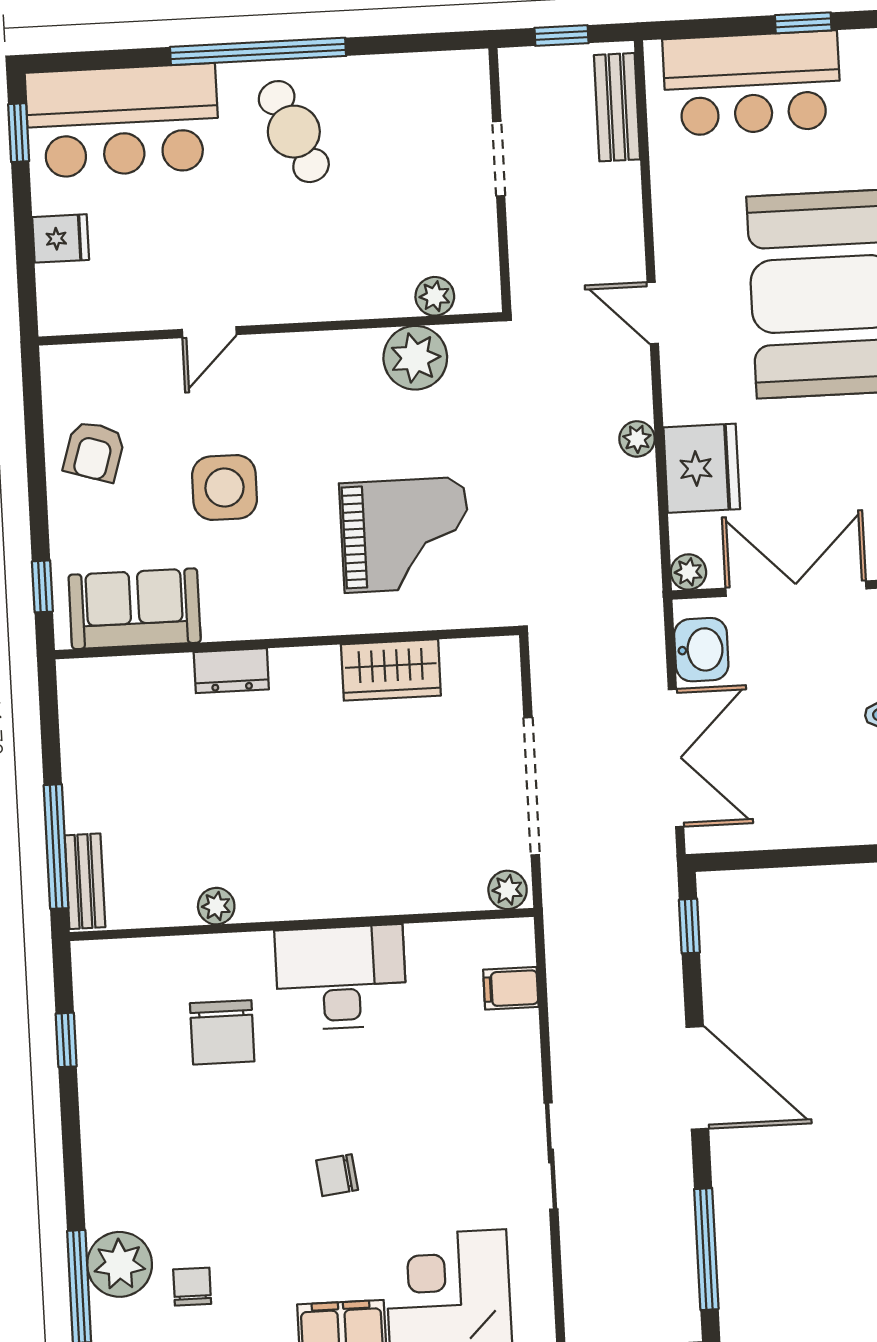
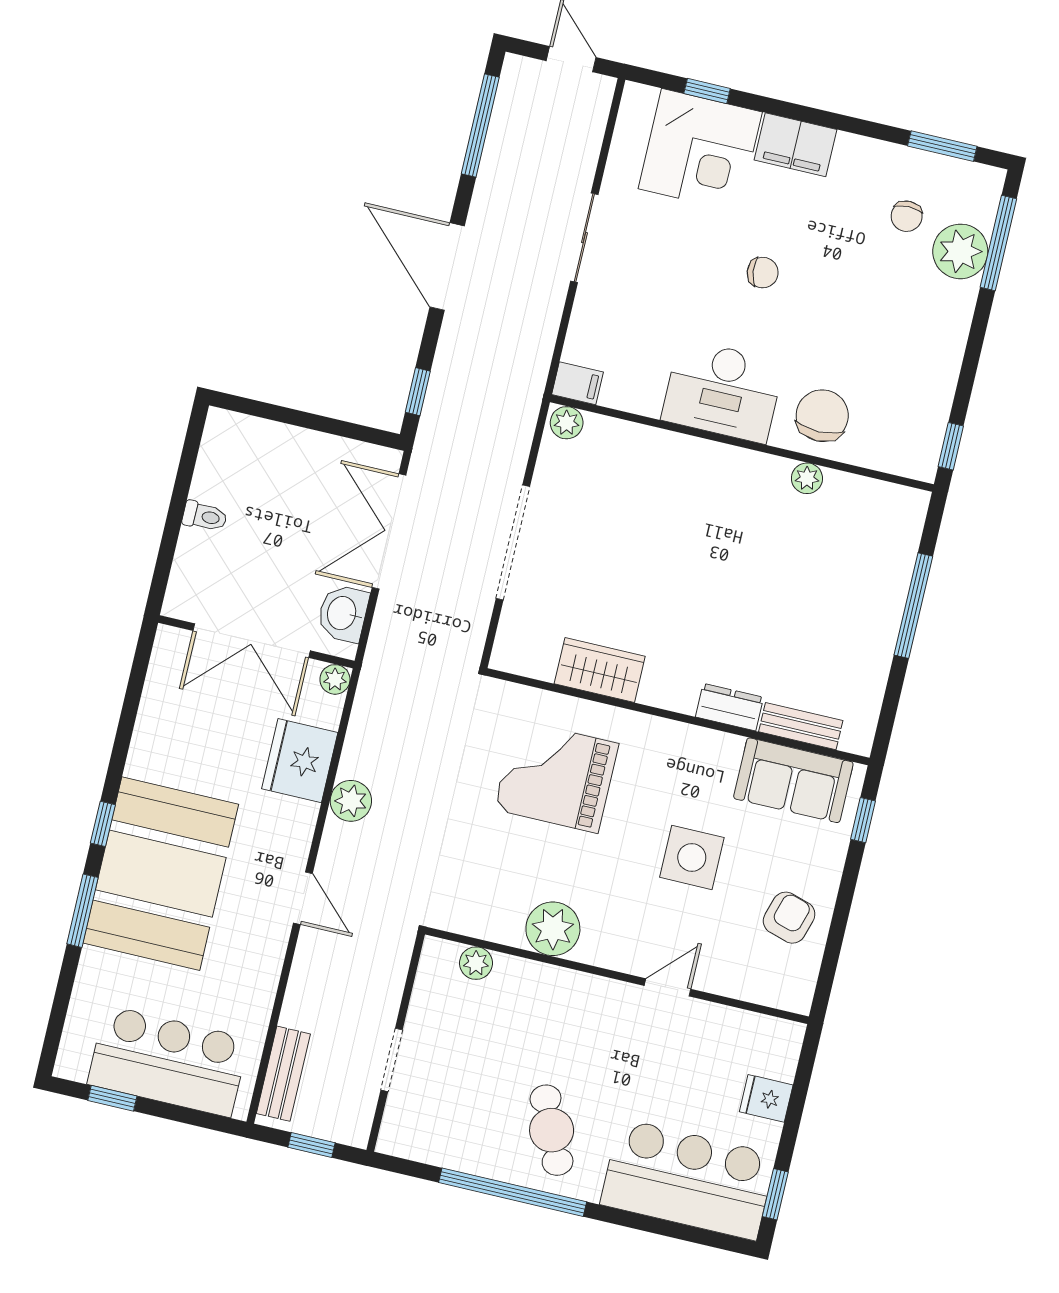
window: (258, 51) -> (513, 1192), moved
plant: (415, 358) -> (553, 929), moved
plant: (637, 439) -> (351, 801), width x1.38, depth x1.38
bench: (85, 881) -> (801, 726), moved, turned 90
plant: (508, 890) -> (567, 423), moved
plant: (216, 906) -> (807, 478), moved
wall: (302, 924) -> (742, 443), moved
desk: (341, 978) -> (723, 391), moved

